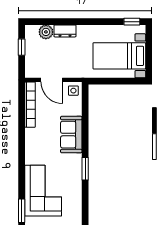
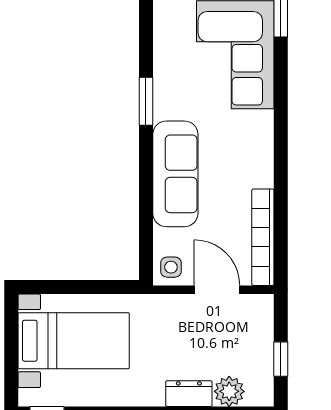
sofa: (71, 135) -> (175, 174), width x1.36

